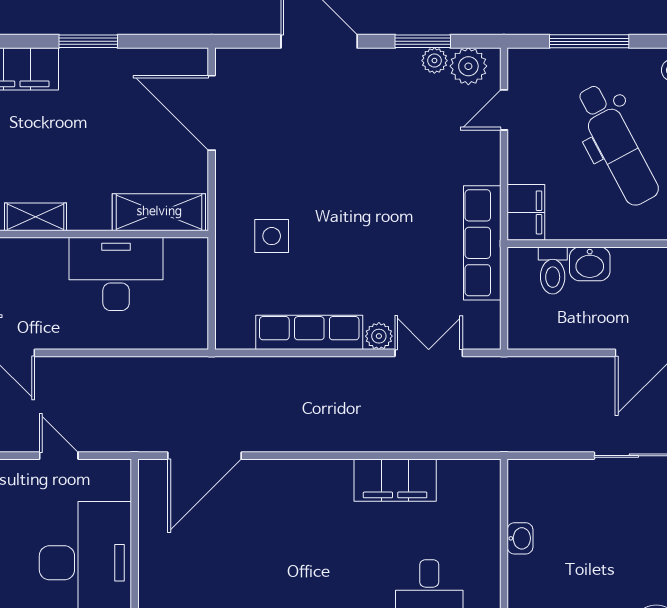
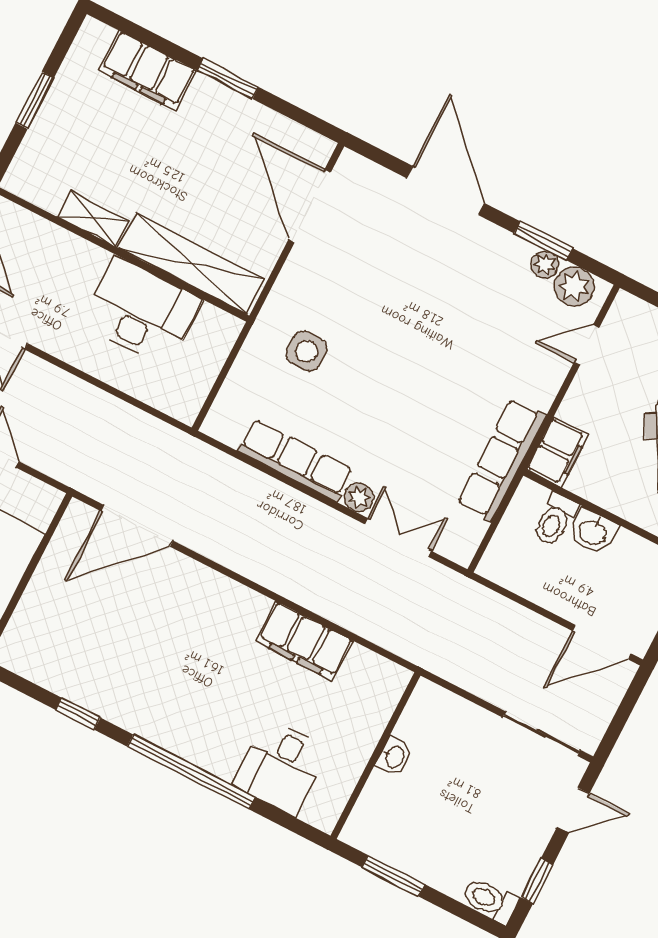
shelving: (159, 212) -> (191, 264), width x1.47

